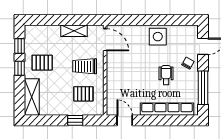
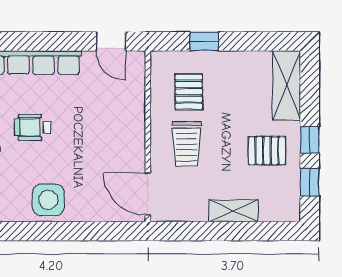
shelving: (74, 31) -> (234, 211), moved
trolley: (85, 66) -> (186, 144), turned 90
wheelchair: (166, 75) -> (33, 127), turned 90
pallet: (83, 94) -> (189, 92), turned 90

